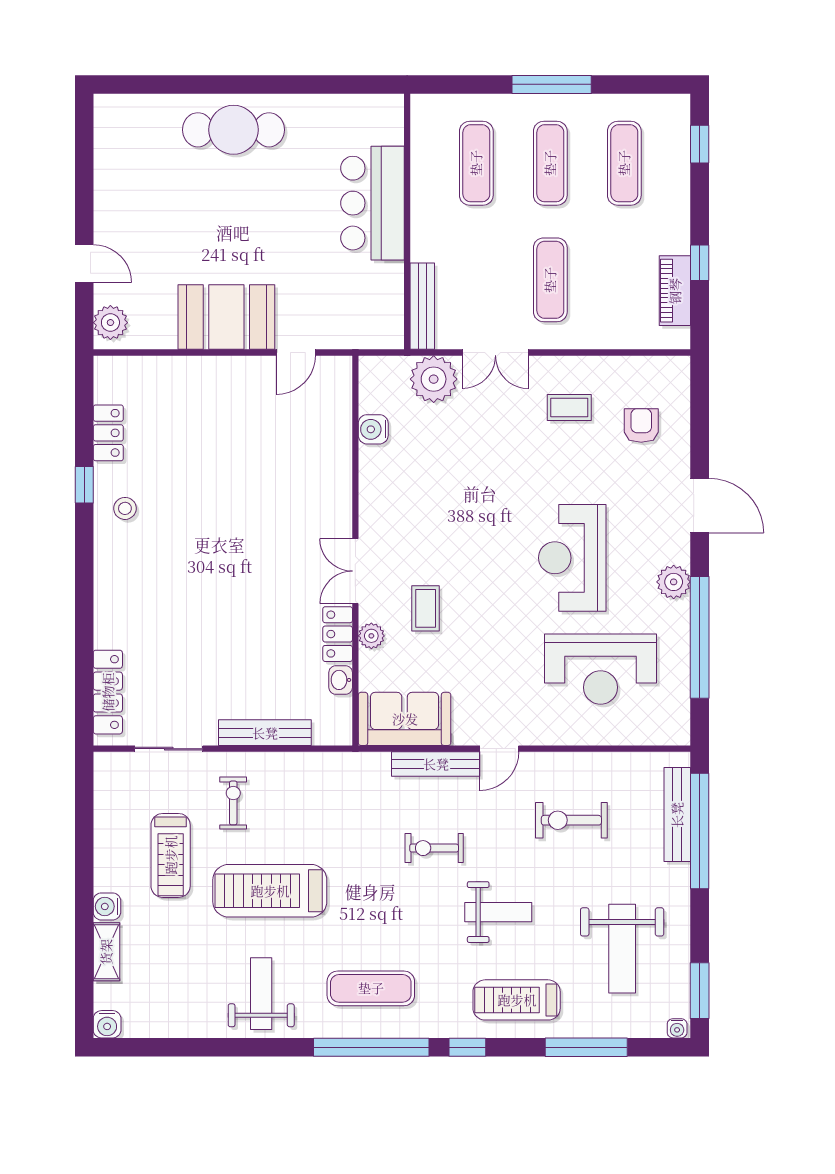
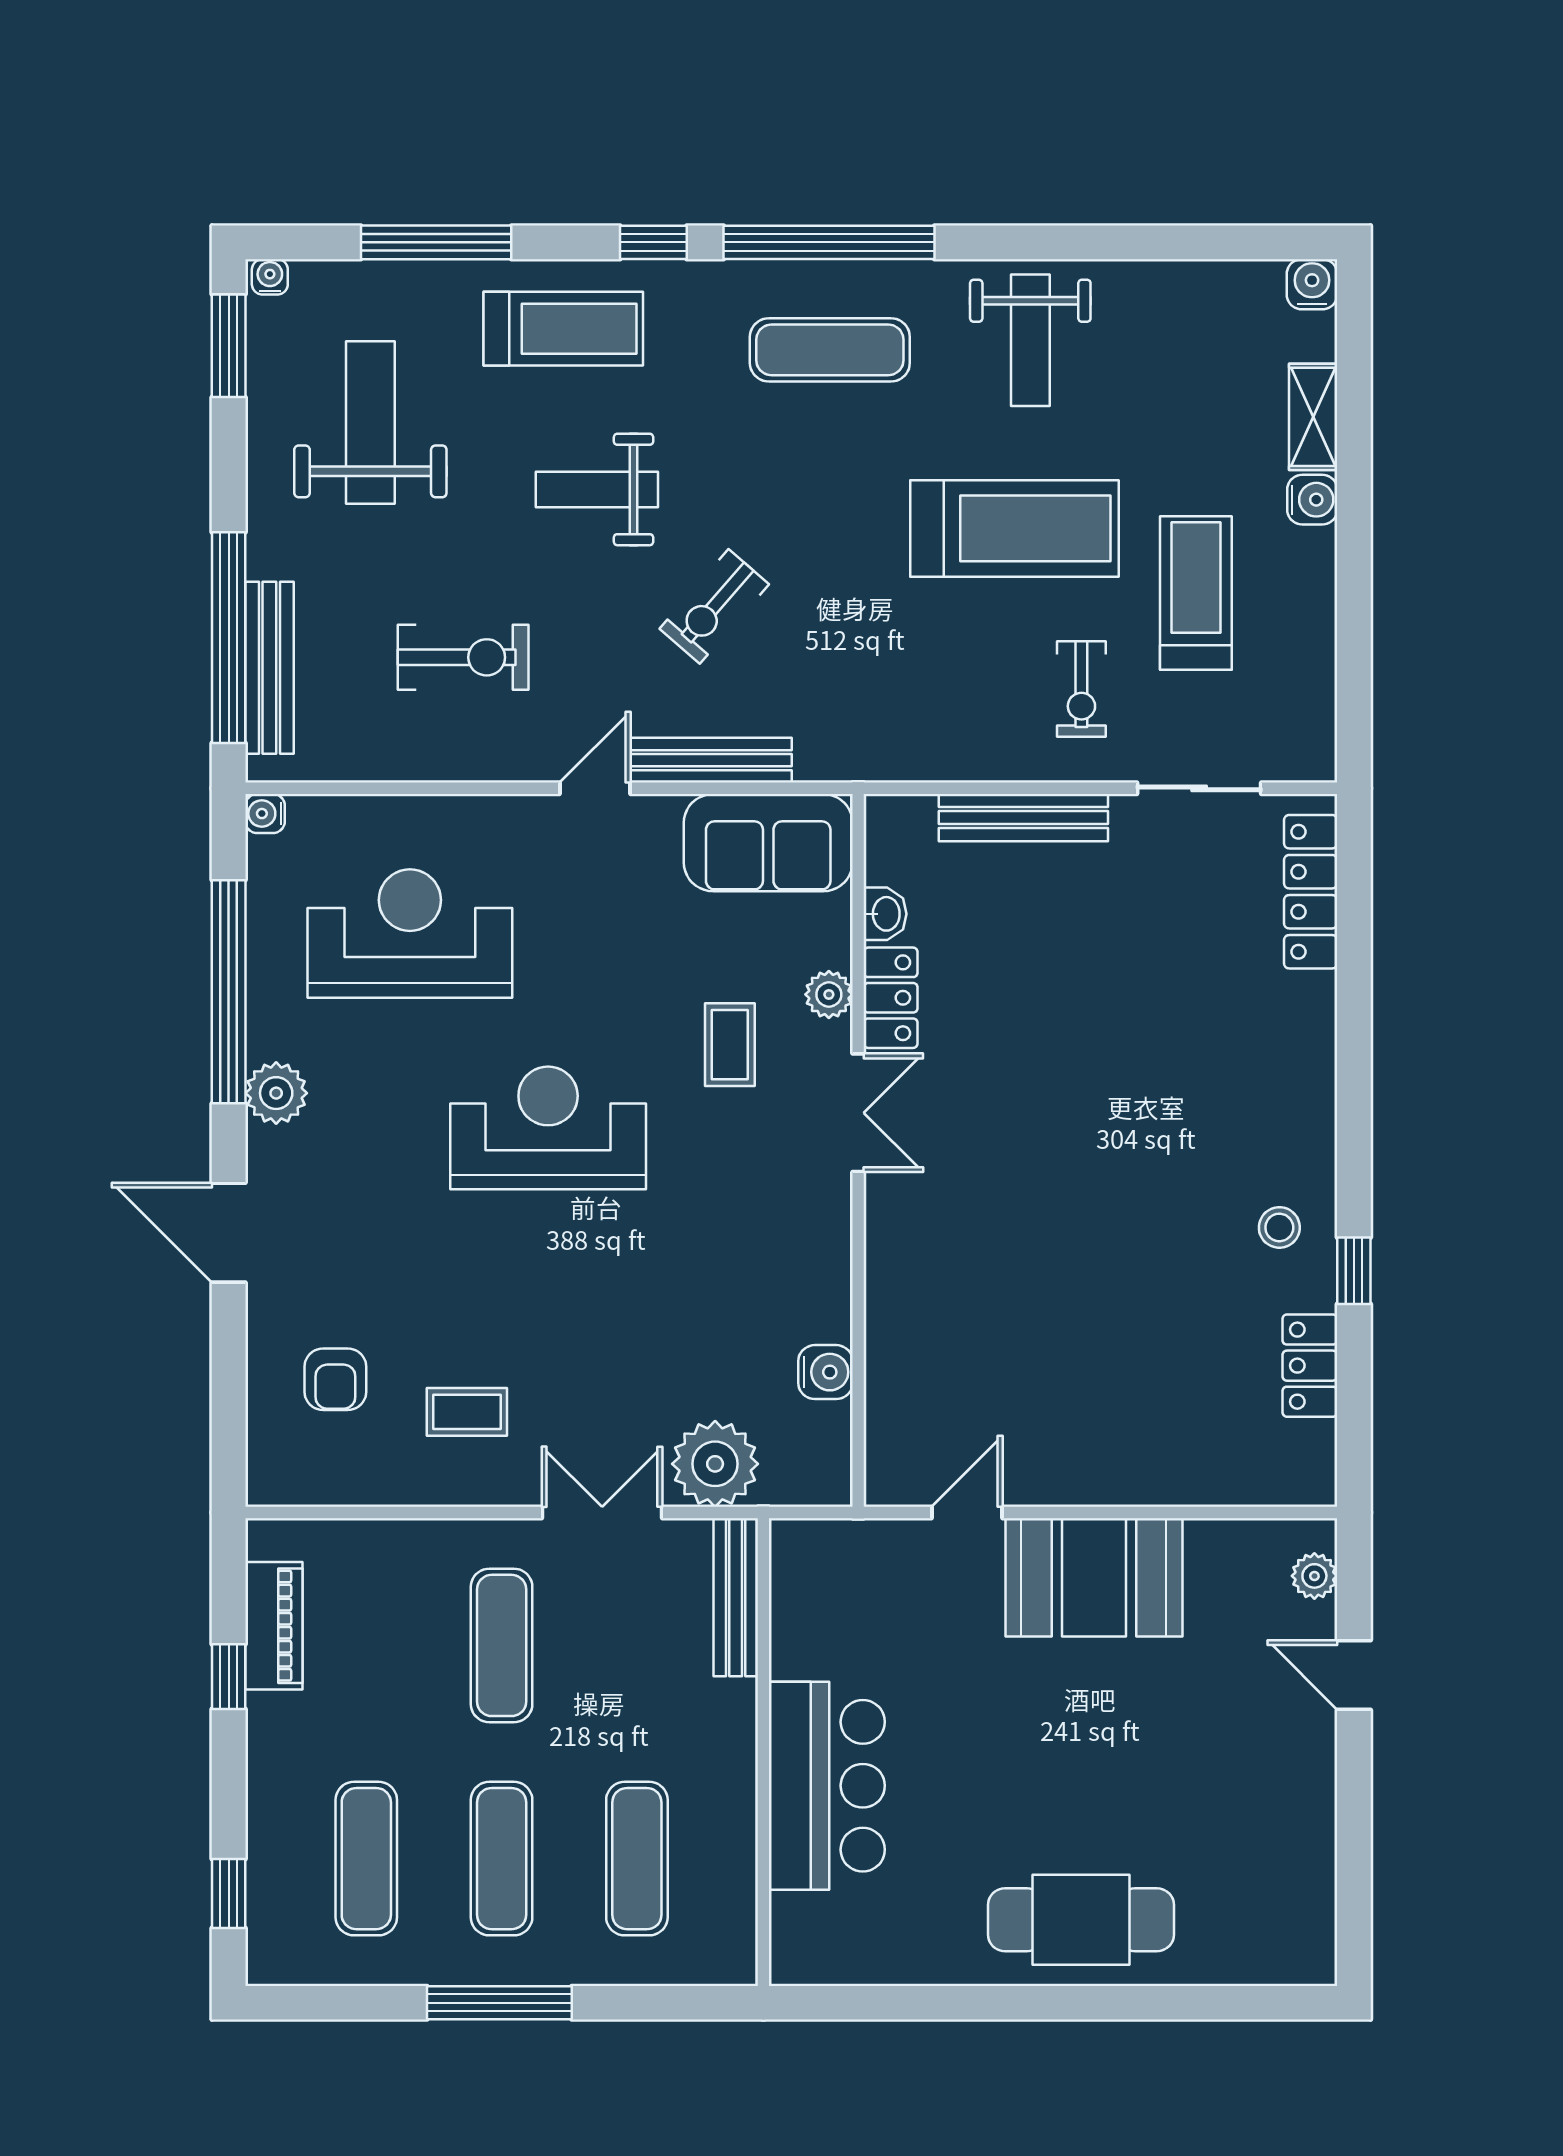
plant: (110, 323) -> (1314, 1576), width x0.73, depth x0.73
reception desk: (572, 558) -> (548, 1128), moved, turned -90
water cooler: (680, 735) -> (265, 814), added
exercise bike: (434, 848) -> (714, 606), turned 131

